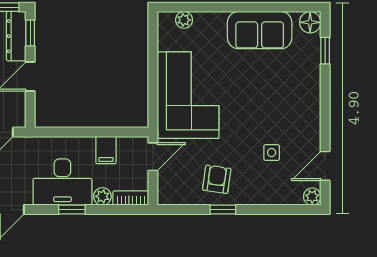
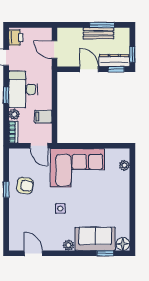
sofa: (260, 30) -> (95, 239), moved, turned 90
side table: (272, 153) -> (60, 209), moved
plant: (312, 197) -> (69, 245), moved

